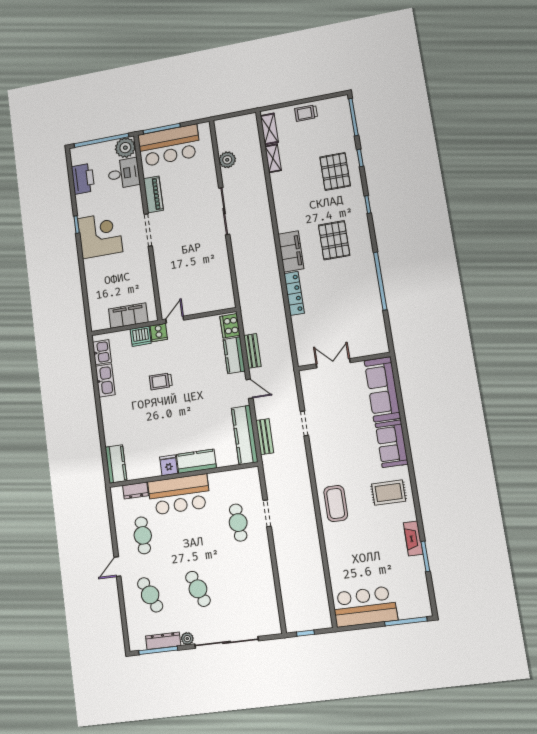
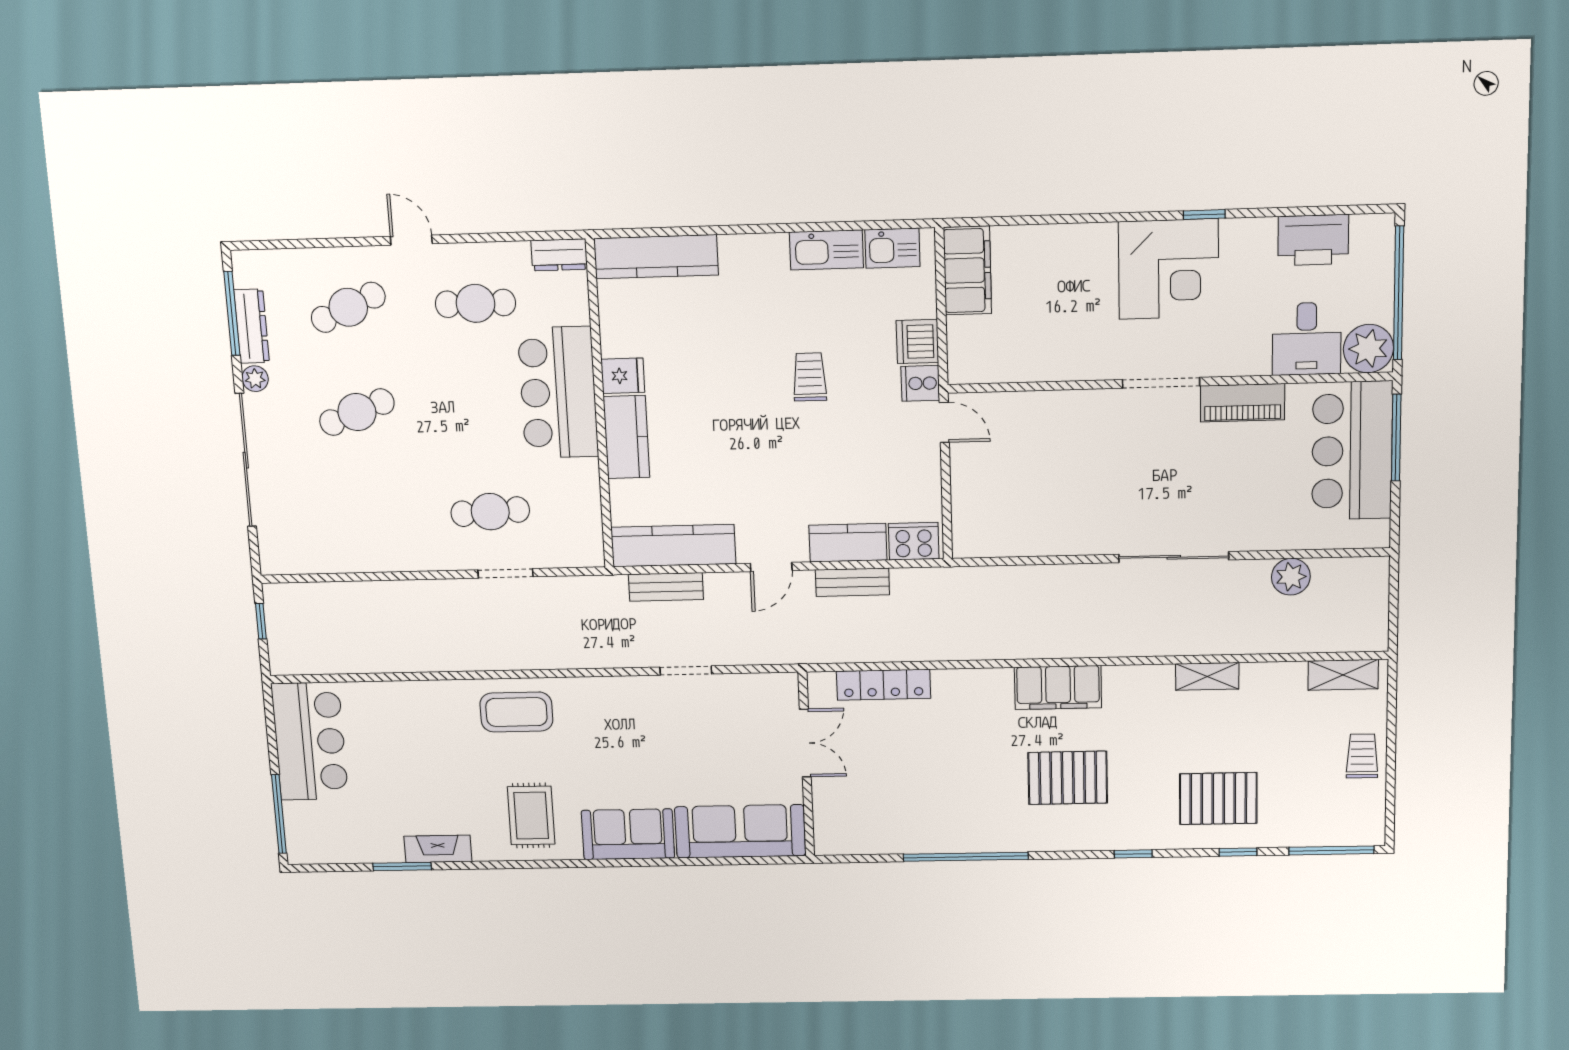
shelving: (273, 158) -> (1207, 676), moved
locker: (294, 293) -> (883, 685), moved
filing cabinet: (128, 316) -> (967, 270), moved
kitchen counter: (116, 464) -> (656, 257), width x1.50
dresser: (135, 491) -> (559, 255), moved, turned -90

